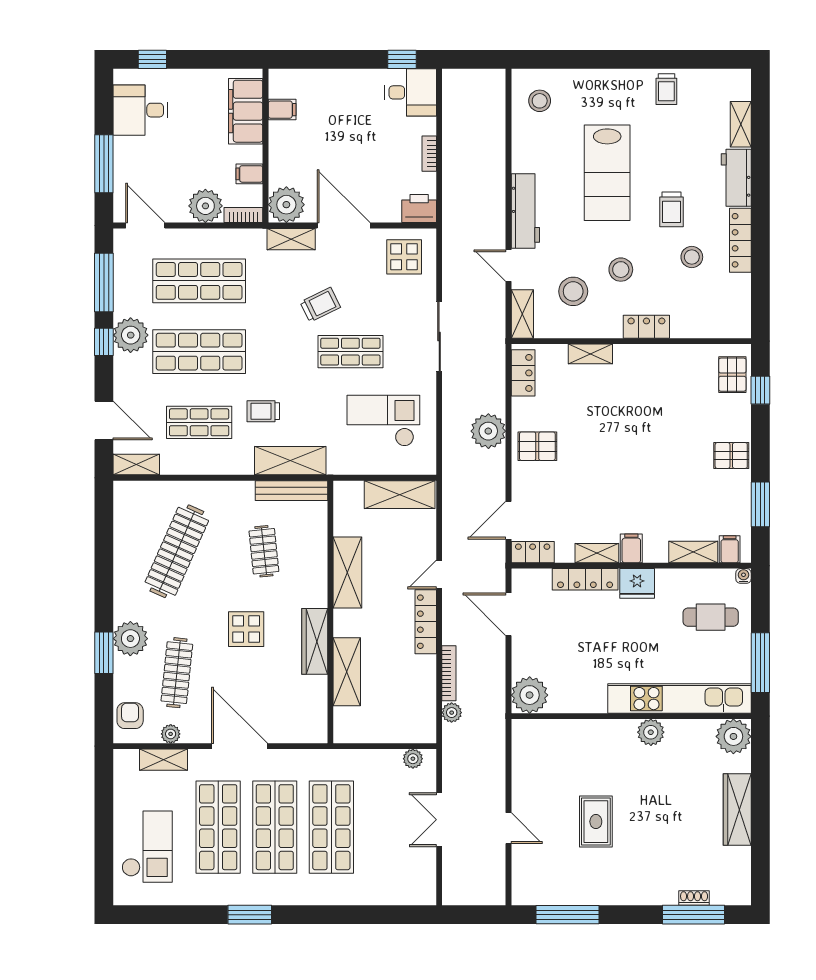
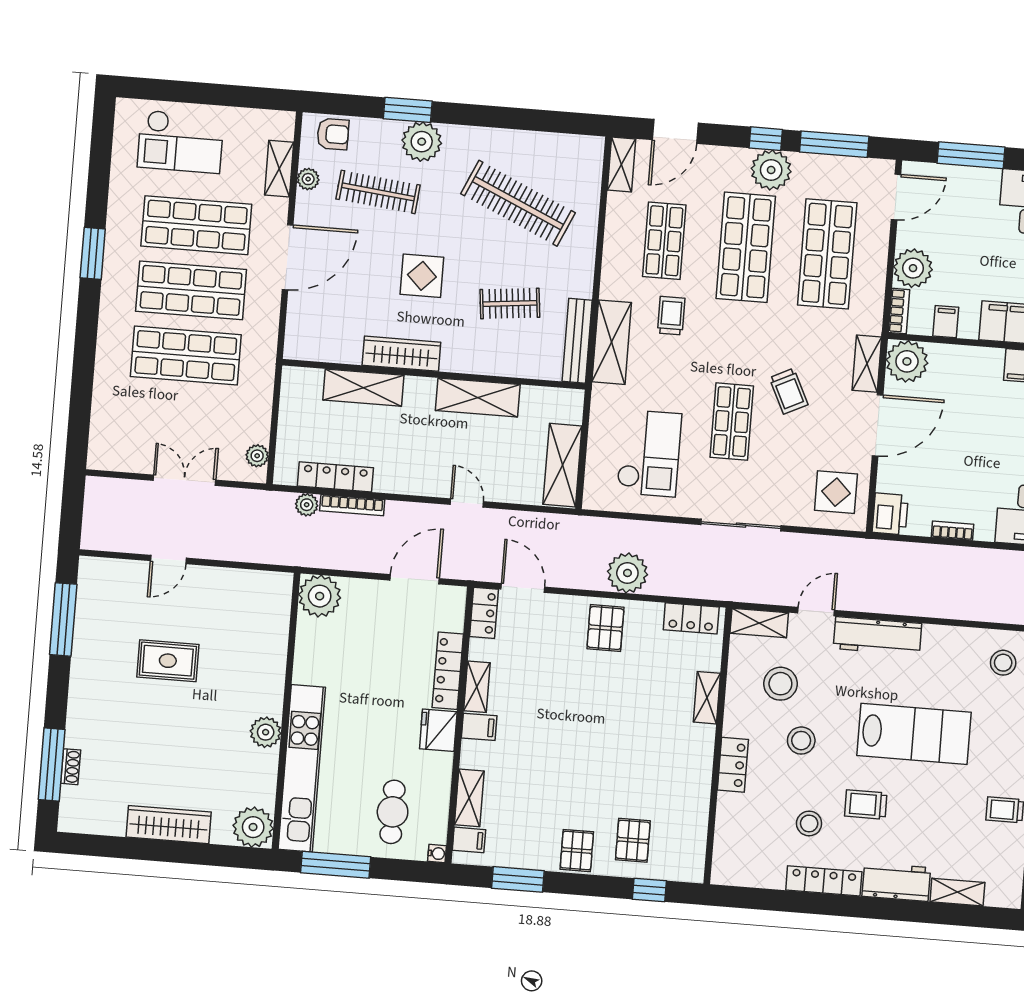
lab bench: (607, 173) -> (914, 734), turned 180
pallet: (732, 375) -> (633, 840), moved, turned 90
locker: (426, 622) -> (335, 477), moved

